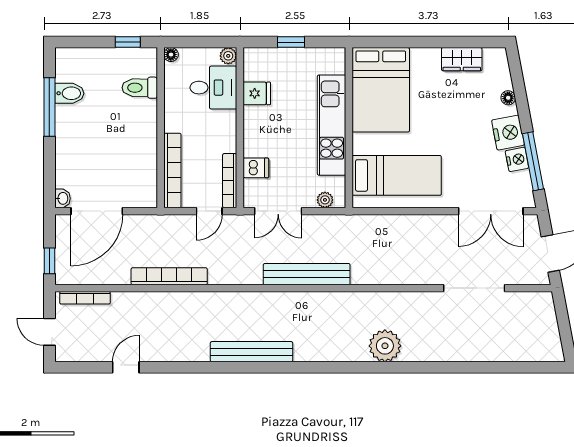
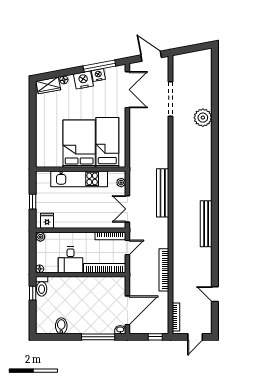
wardrobe: (462, 59) -> (48, 85), moved, turned 79
toilet: (140, 88) -> (42, 286), moved
desk: (213, 88) -> (71, 260), moved, turned 180
bed: (381, 90) -> (79, 144), moved, turned -90
fridge: (257, 93) -> (47, 221), moved
window: (49, 107) -> (98, 337), moved
dishwasher: (256, 168) -> (103, 221), removed
door: (97, 211) -> (127, 310), hinge flipped
door: (209, 211) -> (127, 247), hinge flipped
double door: (278, 211) -> (127, 209), swing flipped
plant: (385, 346) -> (203, 118), moved

